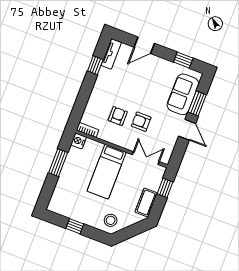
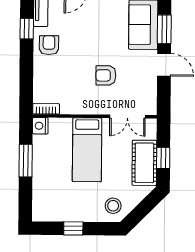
armchair: (118, 116) -> (49, 45), moved
double door: (146, 158) -> (127, 117), swing flipped
window: (165, 188) -> (163, 158), moved
cot: (146, 202) -> (144, 163), width x1.37, depth x1.34

